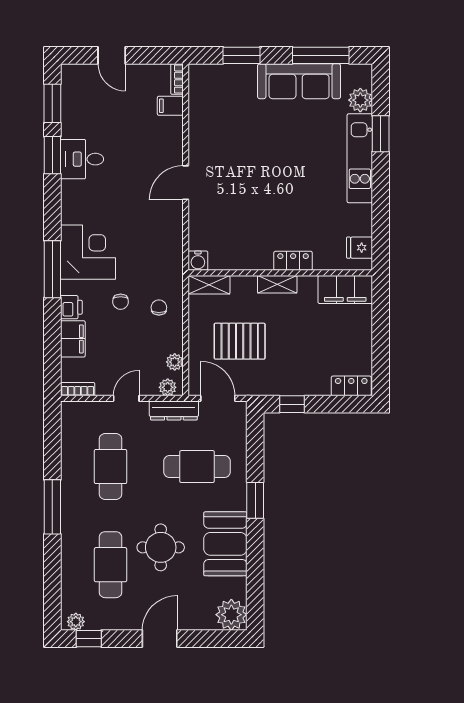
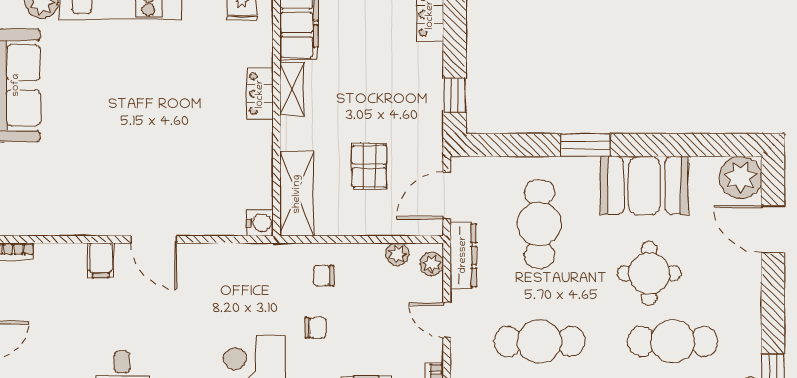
filing cabinet: (170, 106) -> (101, 260), moved
shelving: (277, 284) -> (292, 89), moved
shelving: (209, 285) -> (297, 194), width x1.50, depth x1.33
pallet: (240, 341) -> (369, 166), width x0.67, depth x0.71
door: (160, 639) -> (773, 229), moved

